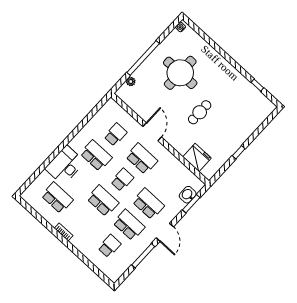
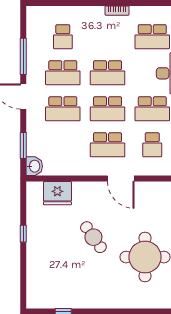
cafe table: (200, 112) -> (93, 237), turned -35
school desk: (122, 180) -> (108, 109), width x1.85
washbasin: (188, 195) -> (34, 166), moved

